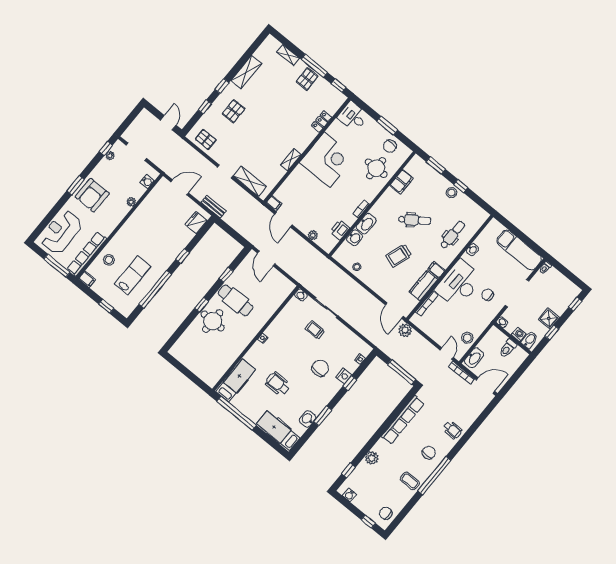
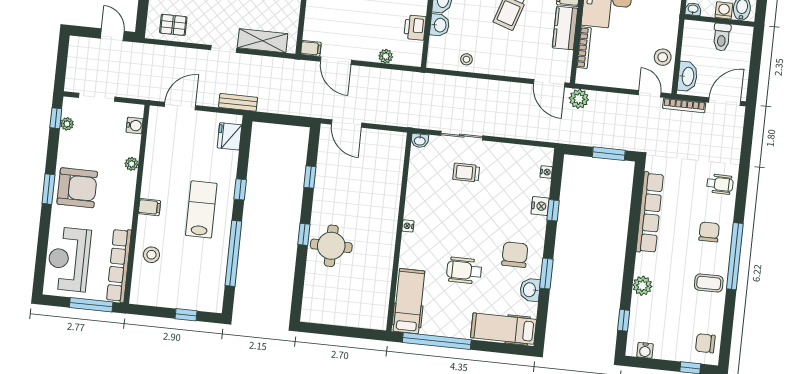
armchair: (92, 195) -> (77, 188), turned -90
lab bench: (133, 275) -> (201, 209), moved
filing cabinet: (87, 279) -> (149, 207), moved
cafe table: (235, 300) -> (343, 201), removed
chair: (320, 368) -> (515, 255), moved
window: (402, 372) -> (609, 154), width x0.69

